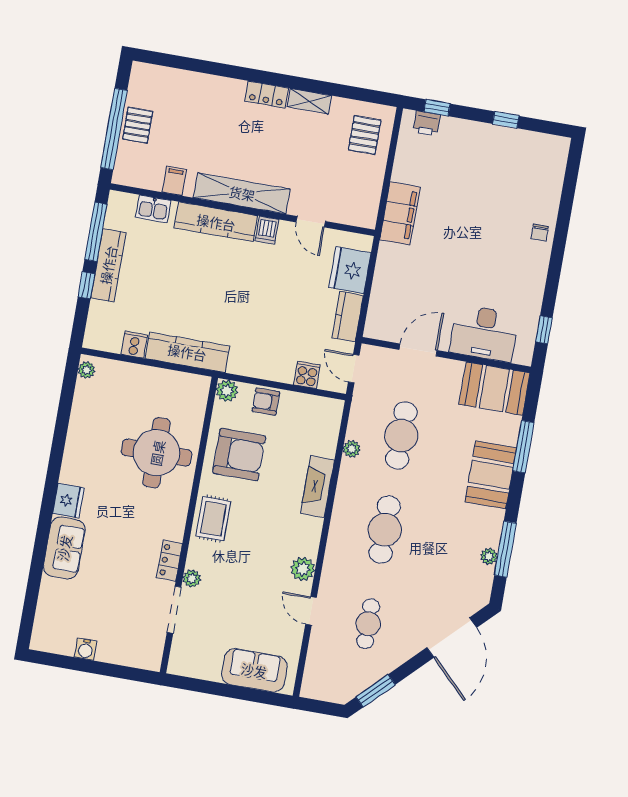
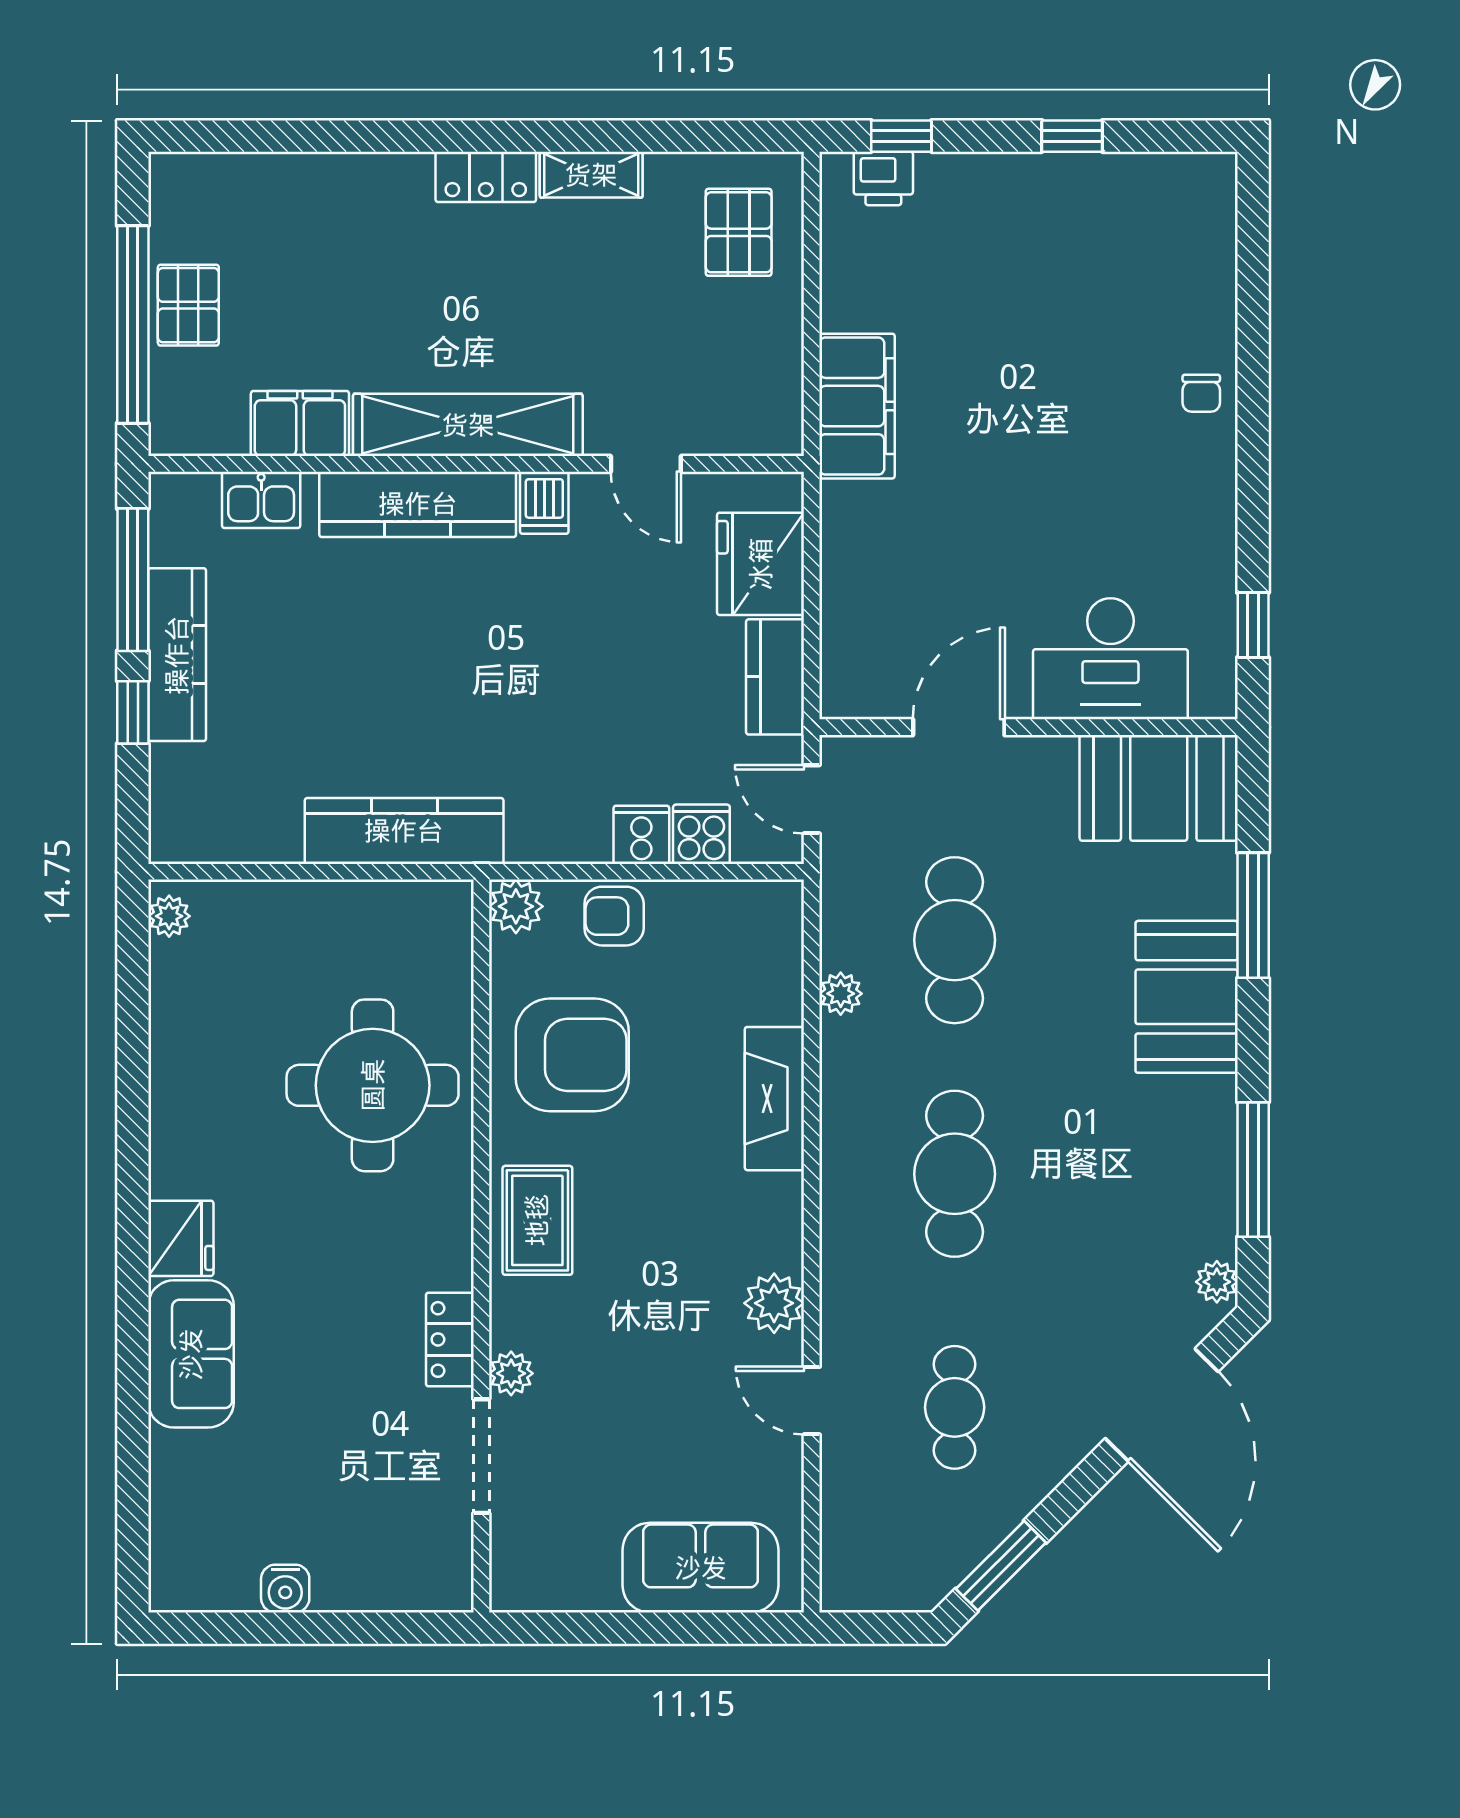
filing cabinet: (174, 181) -> (300, 424), width x2.00
cooker: (134, 345) -> (641, 835), moved
plant: (489, 556) -> (1217, 1282), moved

